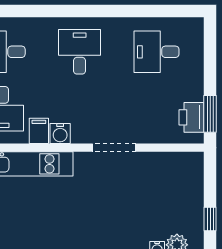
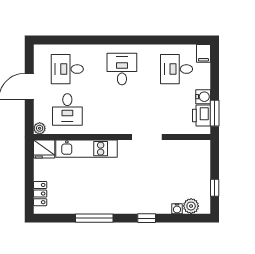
filing cabinet: (39, 131) -> (203, 53), moved, turned 180
water cooler: (60, 133) -> (203, 97), moved, turned -90

